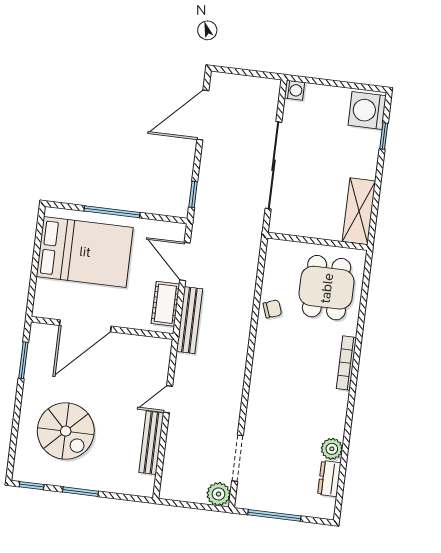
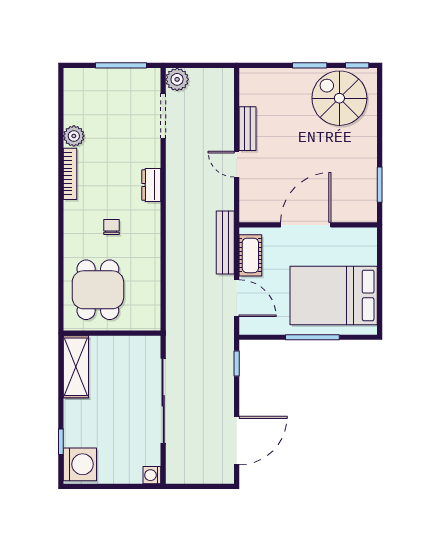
chair: (272, 309) -> (111, 227), moved, turned 110
door: (85, 326) -> (306, 225), moved
bookcase: (346, 363) -> (70, 174), moved
door: (168, 399) -> (237, 164), swing flipped
spiral stairs: (66, 431) -> (339, 98), moved
bench: (151, 443) -> (248, 129), width x0.73
dresser: (329, 479) -> (151, 185), moved, turned 180

